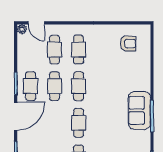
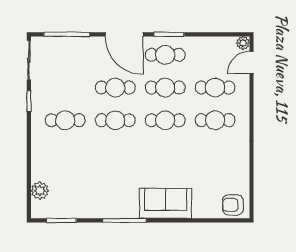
armchair: (128, 44) -> (233, 205), moved, turned 90
sofa: (139, 110) -> (166, 203), moved
cafe table: (55, 123) -> (115, 88), added

